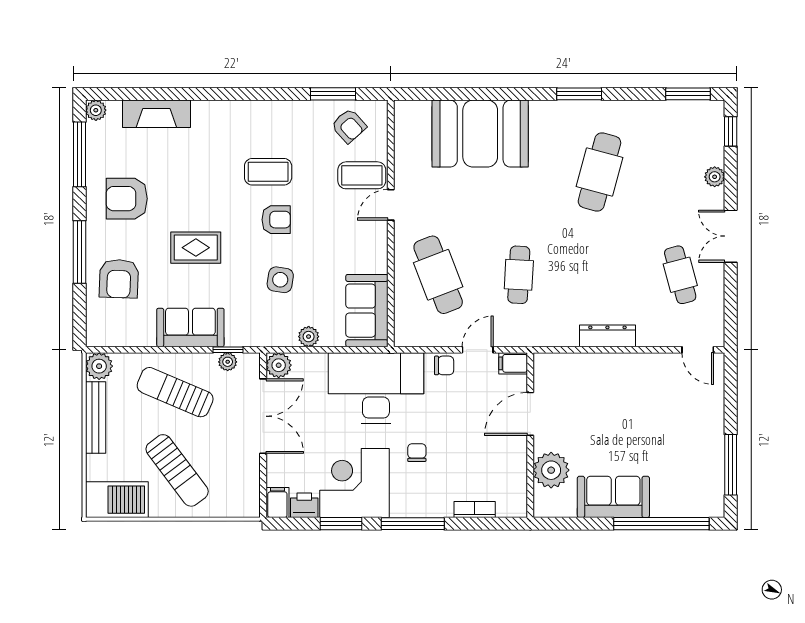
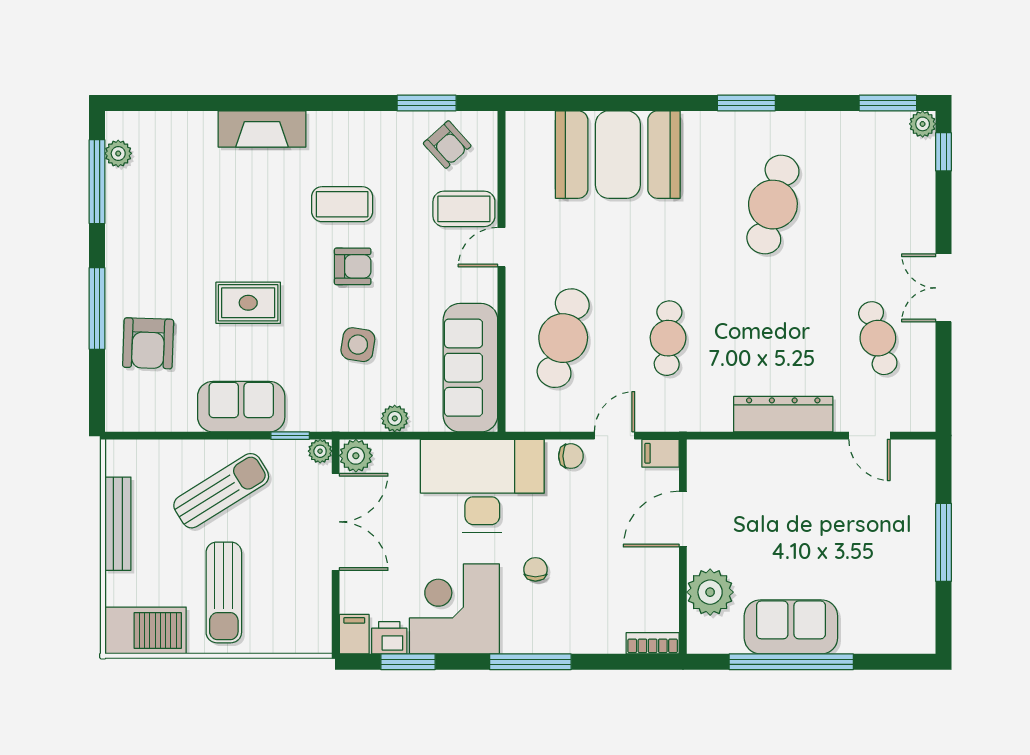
plant: (96, 110) -> (118, 153), moved
fireplace: (156, 114) -> (262, 129), moved
plant: (715, 177) -> (923, 124), moved
armchair: (127, 199) -> (158, 239), removed
cafe table: (438, 275) -> (563, 338), turned 36
sofa: (367, 311) -> (470, 368), width x1.36
dresser: (607, 336) -> (783, 414), width x1.37, depth x1.24
door: (698, 350) -> (869, 436), moved
plant: (228, 362) -> (320, 451), moved
plant: (99, 366) -> (122, 457), removed
sun lounger: (175, 392) -> (221, 491), turned 125
window: (731, 465) -> (944, 542), moved
sun lounger: (177, 470) -> (224, 592), turned 37
bookcase: (475, 510) -> (653, 643), moved
window: (341, 524) -> (408, 662), moved
window: (661, 524) -> (791, 662), moved

